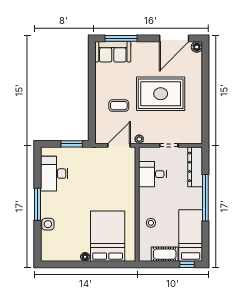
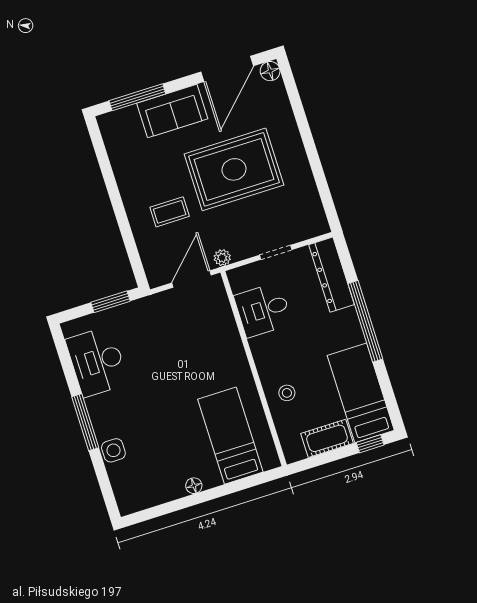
sofa: (113, 52) -> (172, 111), moved
bed: (108, 236) -> (230, 436), width x0.67

